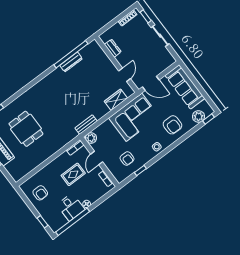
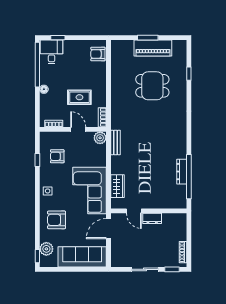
dresser: (113, 48) -> (152, 218), moved
rug: (73, 174) -> (79, 97), turned 90
armchair: (40, 193) -> (98, 54), moved
desk: (71, 207) -> (52, 52), moved, turned 90

